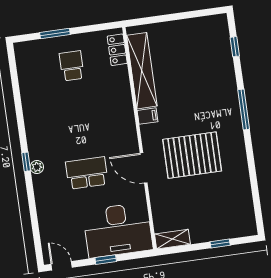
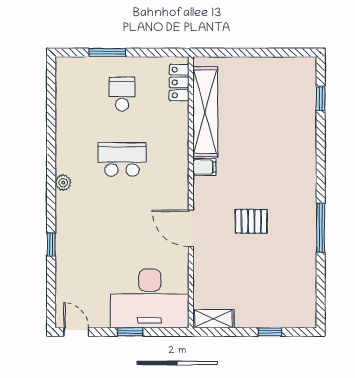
window: (244, 109) -> (321, 228), moved
pallet: (192, 155) -> (251, 221), width x0.49, depth x0.50
window: (26, 162) -> (51, 244), moved
plant: (37, 167) -> (63, 183), moved
school desk: (87, 173) -> (122, 159), moved

